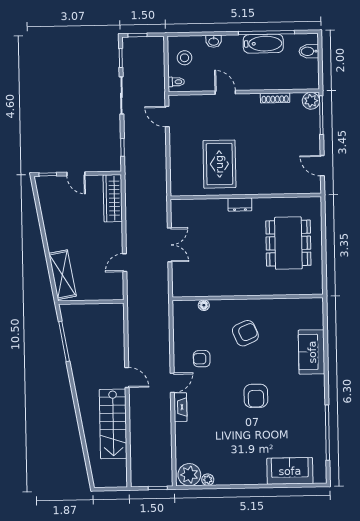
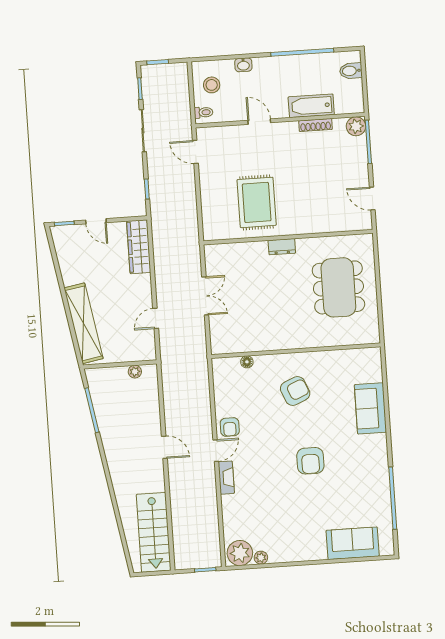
bathtub: (263, 44) -> (311, 106), moved, turned 180
shelving: (62, 275) -> (83, 323), width x1.47
plant: (104, 309) -> (135, 372), added
armchair: (202, 359) -> (230, 427), moved, turned -90
stairs: (113, 424) -> (154, 532), moved

